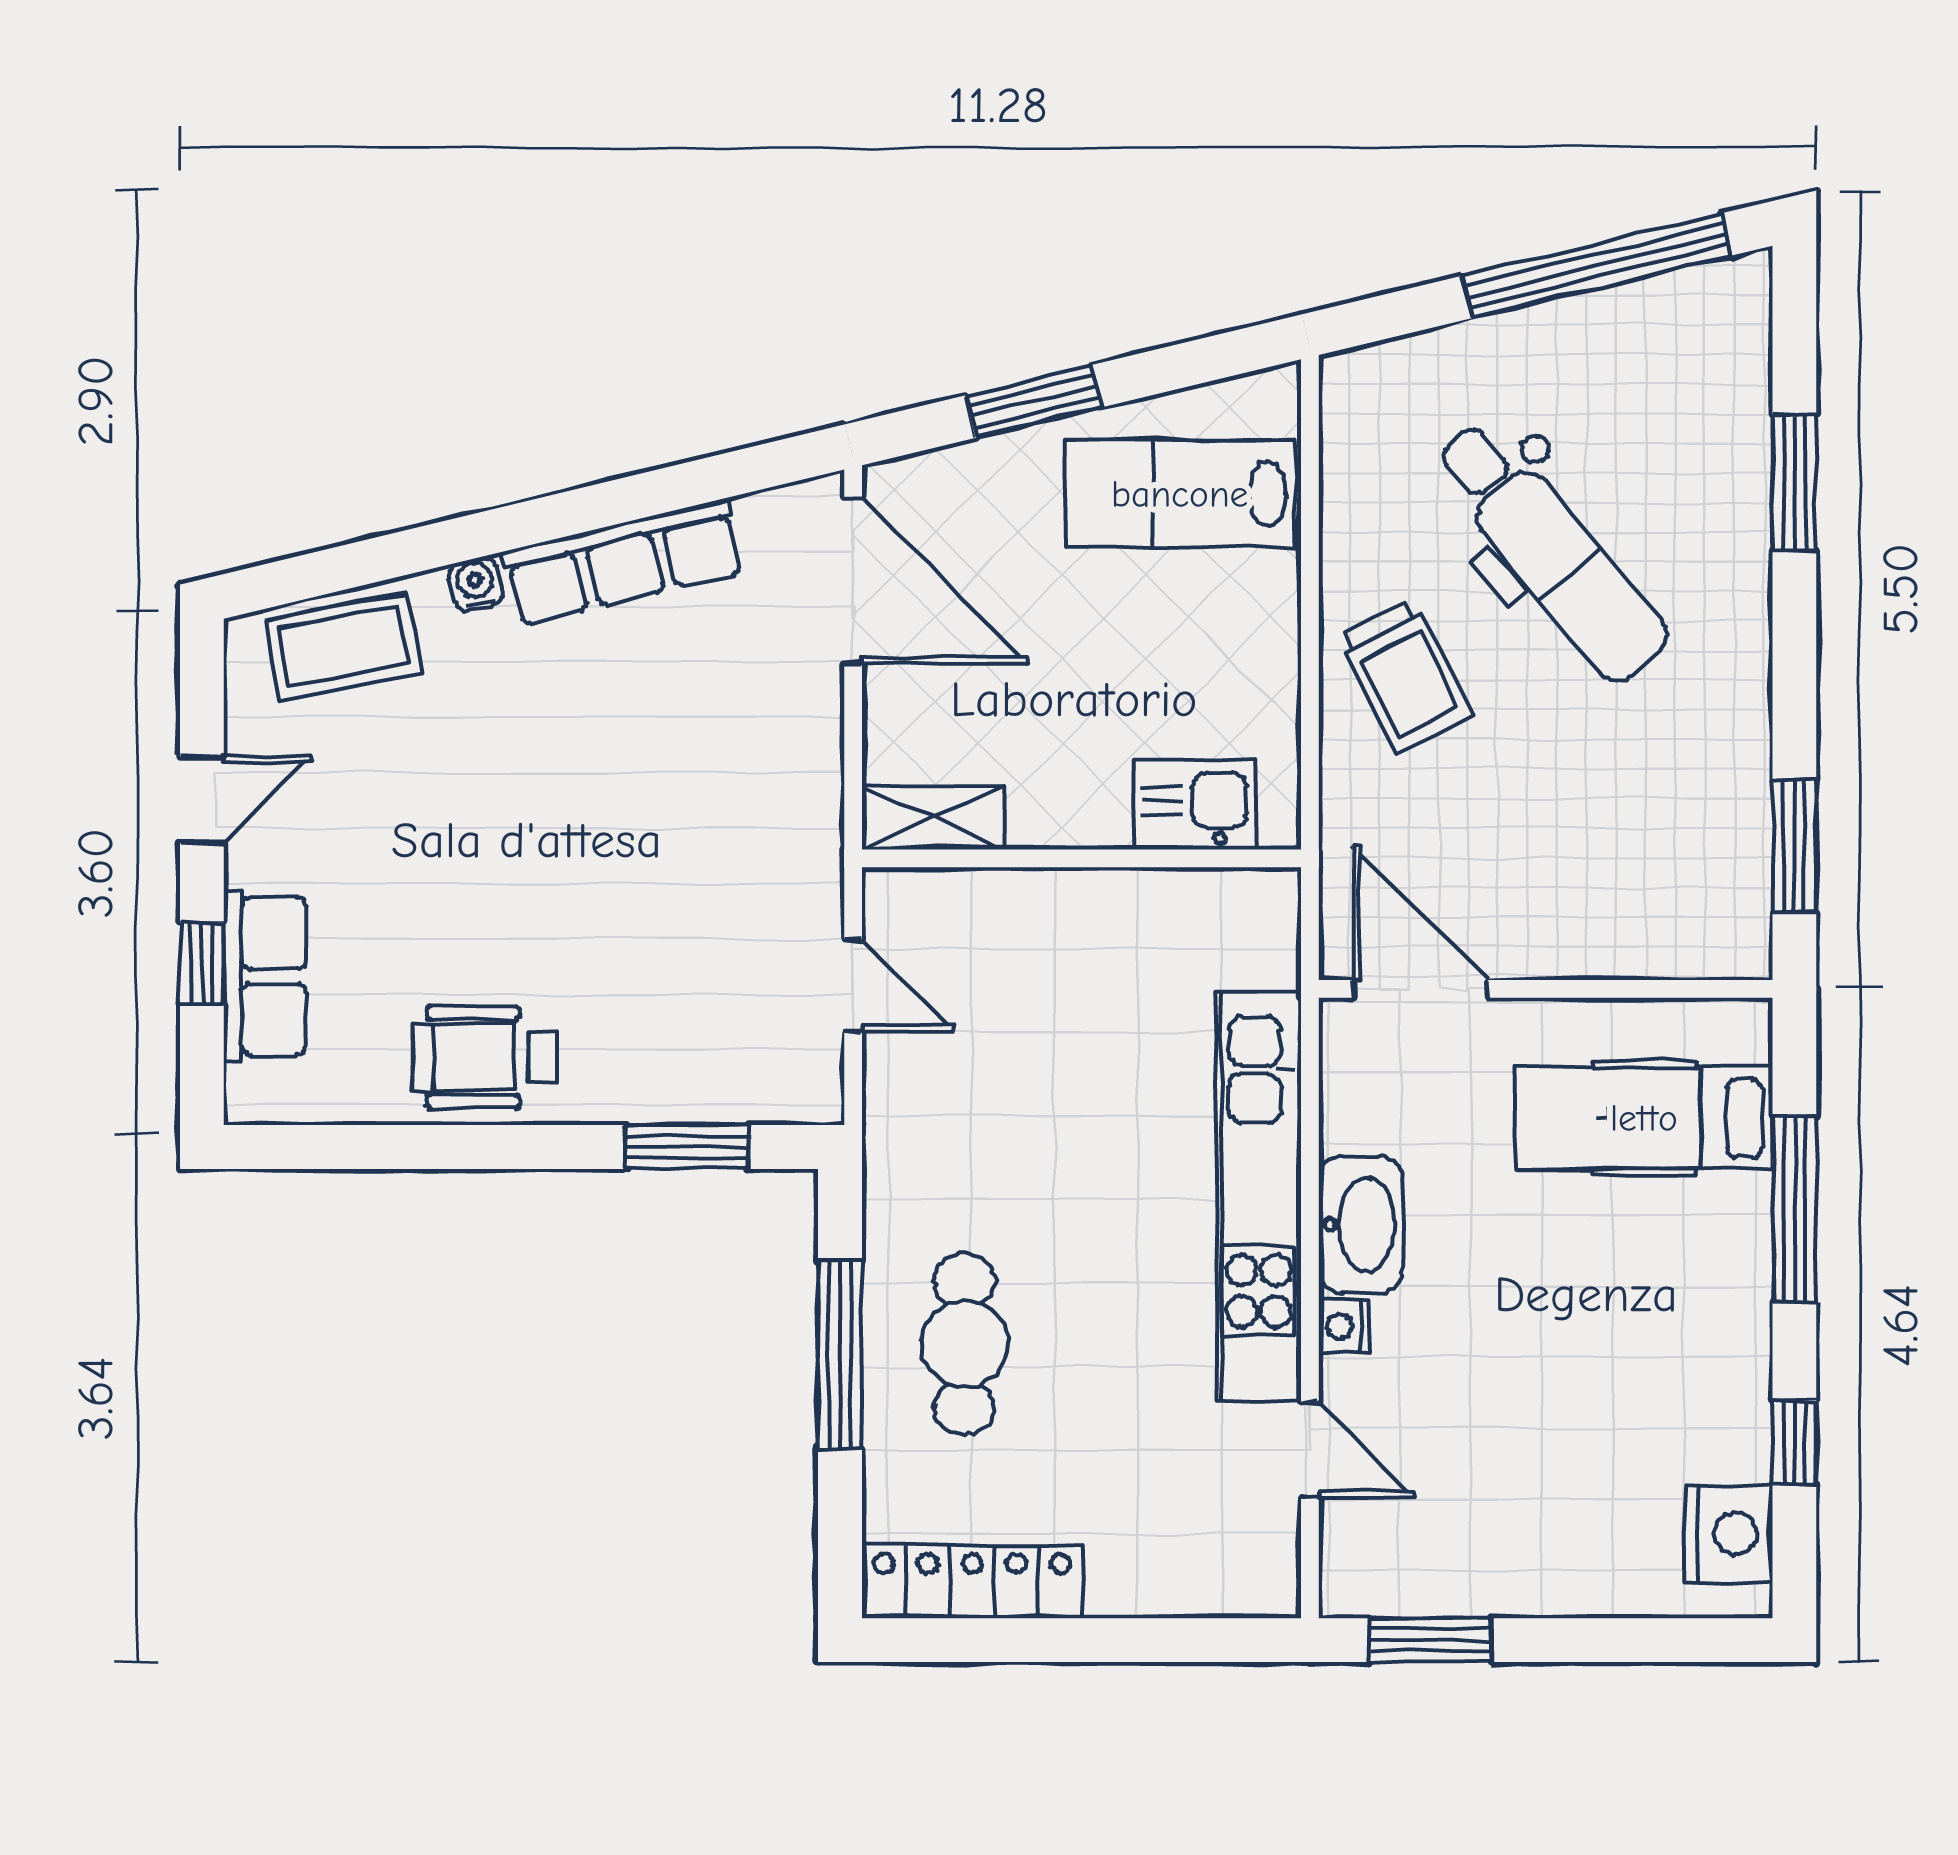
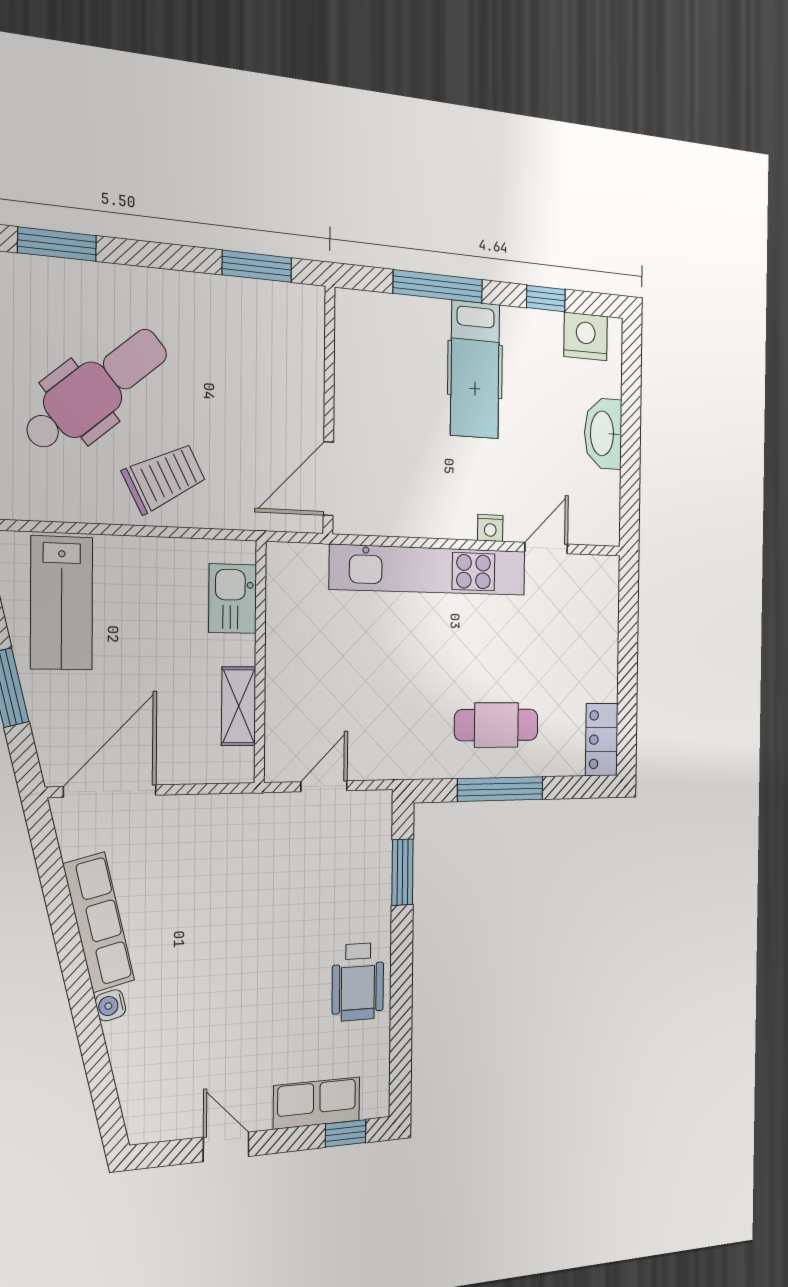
coffee table: (343, 646) -> (145, 1077), removed
shelving: (933, 818) -> (239, 706), moved
window: (202, 964) -> (346, 1133), moved
hospital bed: (1644, 1118) -> (475, 370), moved
washbasin: (1361, 1224) -> (603, 433), moved, turned -90
locker: (972, 1582) -> (602, 740), width x0.66
window: (1430, 1640) -> (630, 491), removed

